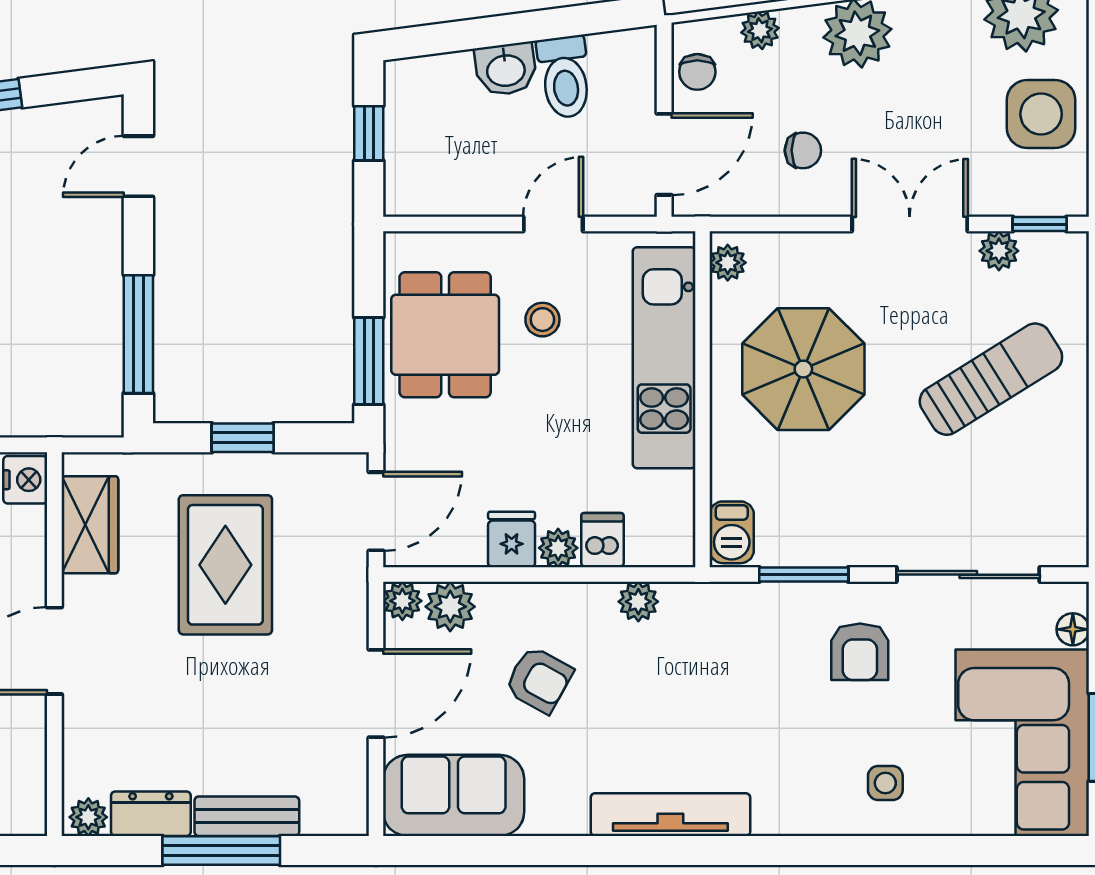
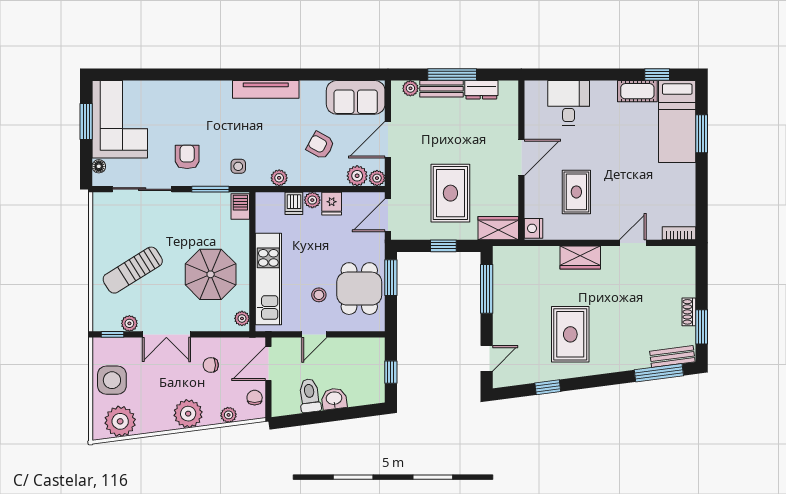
wardrobe: (90, 525) -> (498, 228), moved, turned 90
side table: (885, 783) -> (238, 166), moved
plant: (88, 817) -> (410, 88), moved

